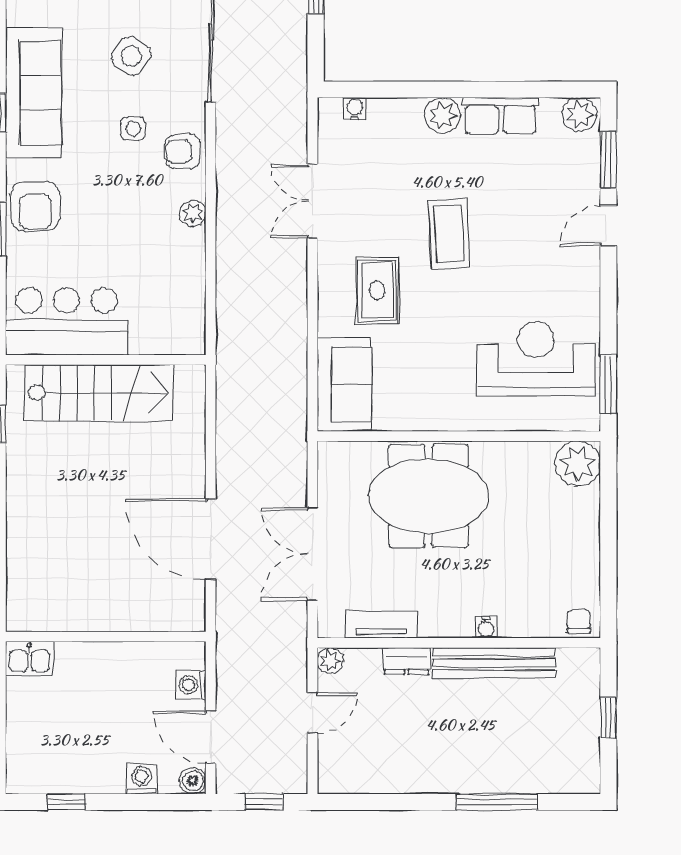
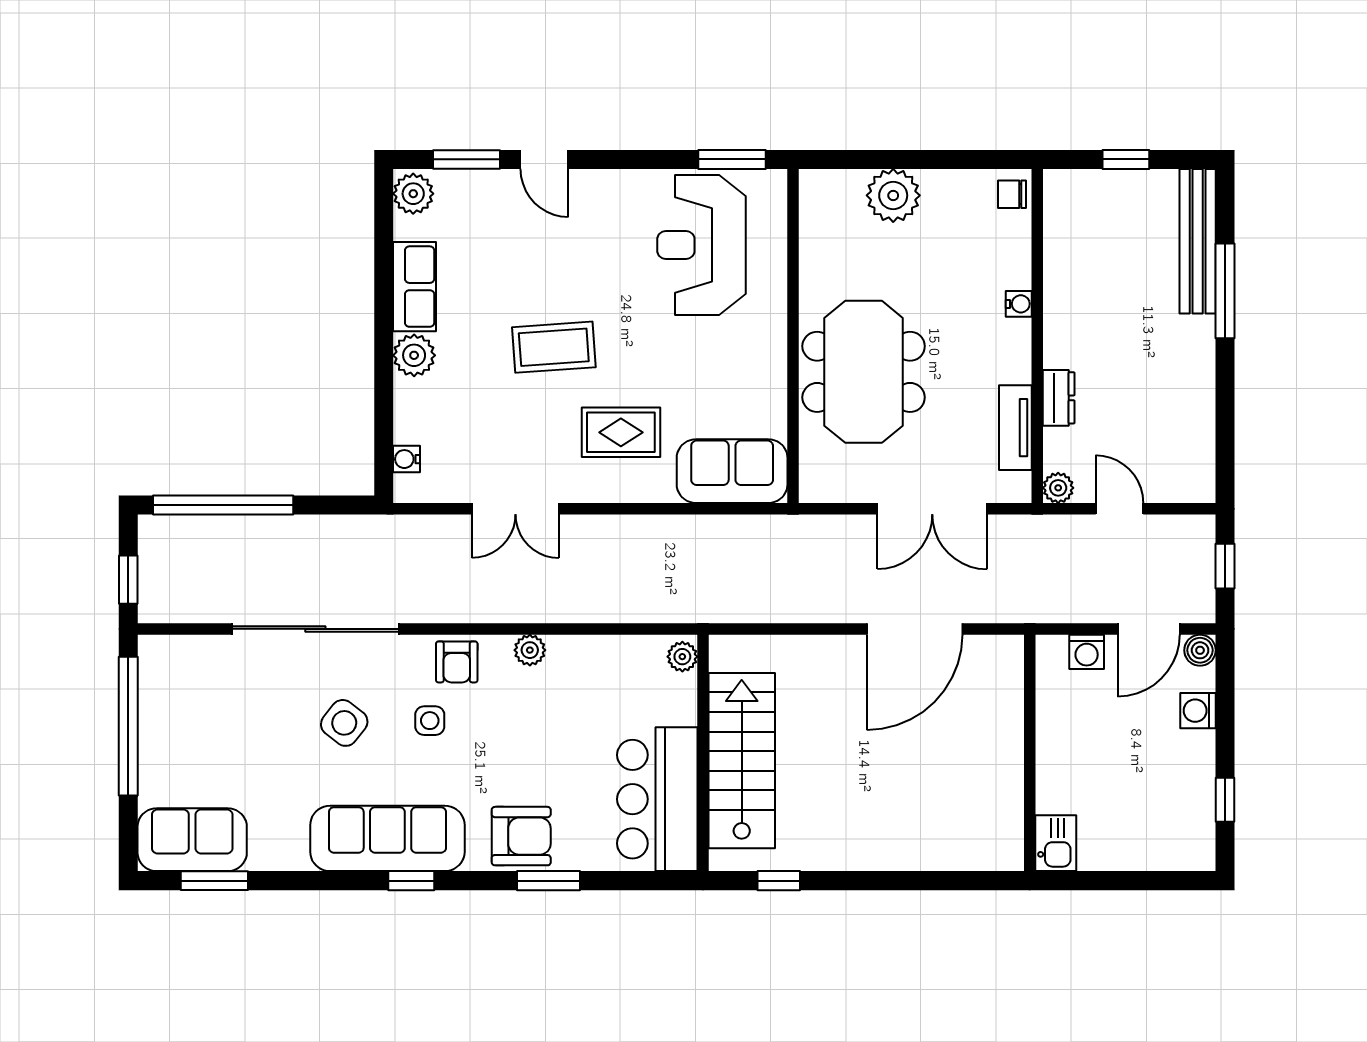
plant: (187, 342) -> (682, 657), added
plant: (578, 464) -> (893, 195), moved
bench: (494, 663) -> (1198, 241), moved

